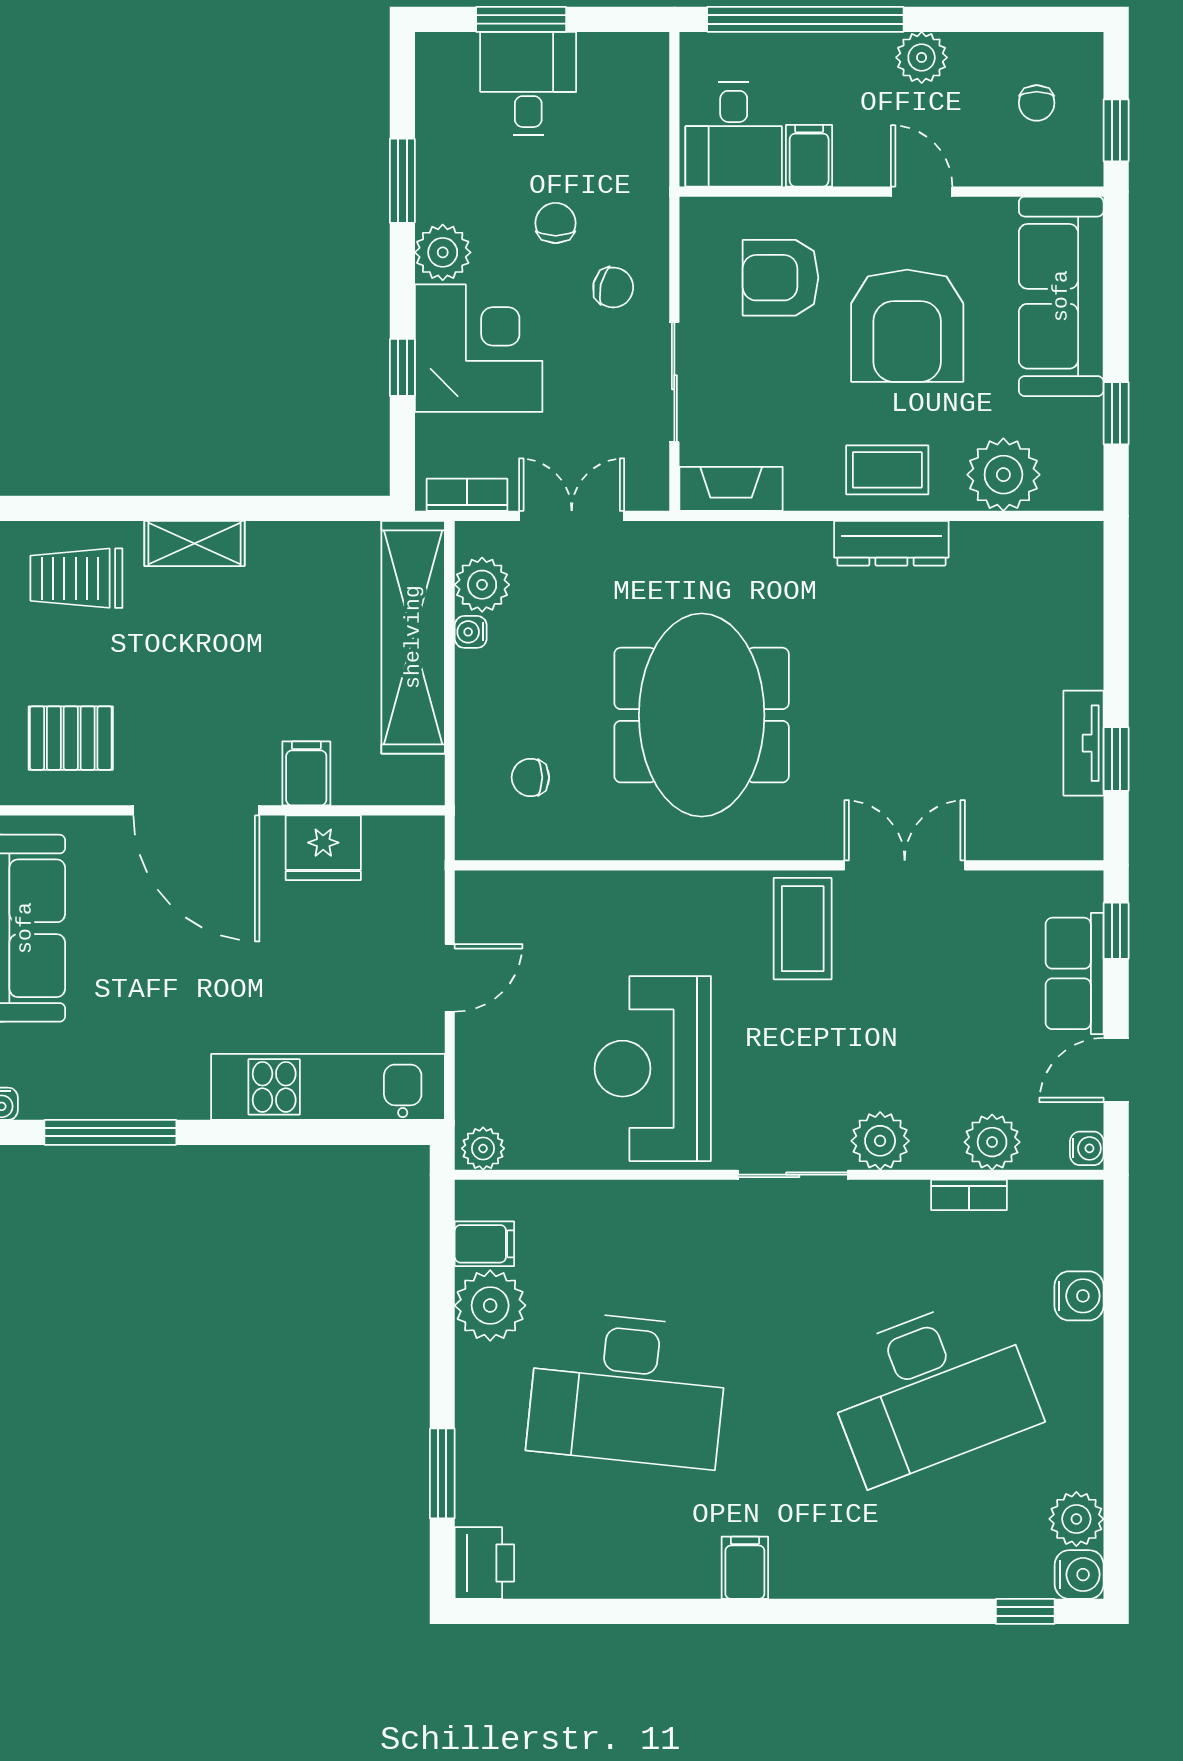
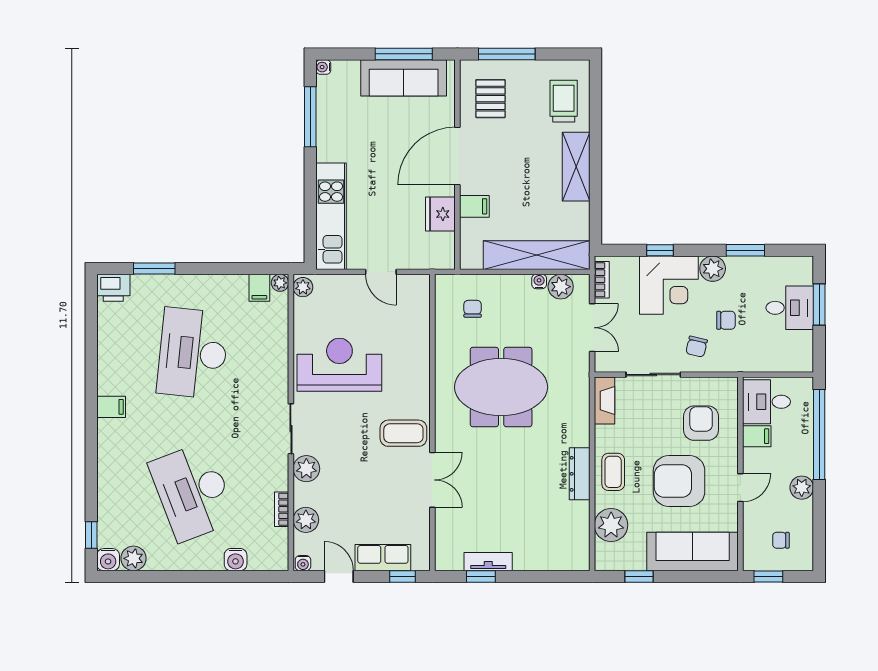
shelving: (194, 544) -> (576, 167), width x1.50, depth x1.33
plant: (490, 1305) -> (280, 283), moved, width x0.53, depth x0.53

